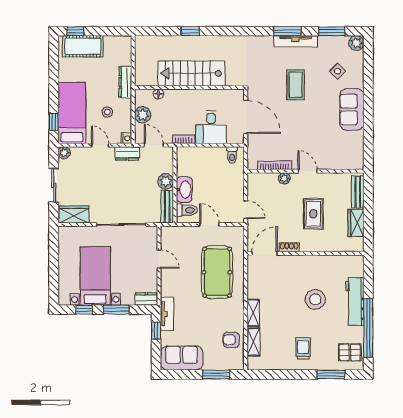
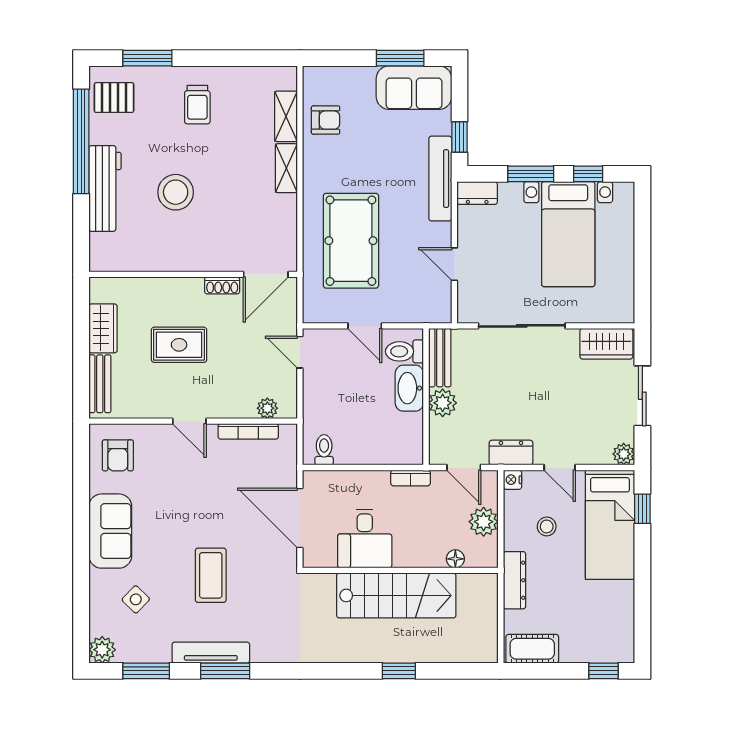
cot: (83, 46) -> (532, 649), moved, width x0.73, depth x0.75
desk: (211, 127) -> (365, 539), moved, turned 180
armchair: (348, 152) -> (118, 455), added
plant: (284, 178) -> (267, 408), moved
rug: (313, 214) -> (179, 345), turned 90
tv unit: (167, 314) -> (440, 179), width x1.41
window: (216, 375) -> (400, 58), moved

